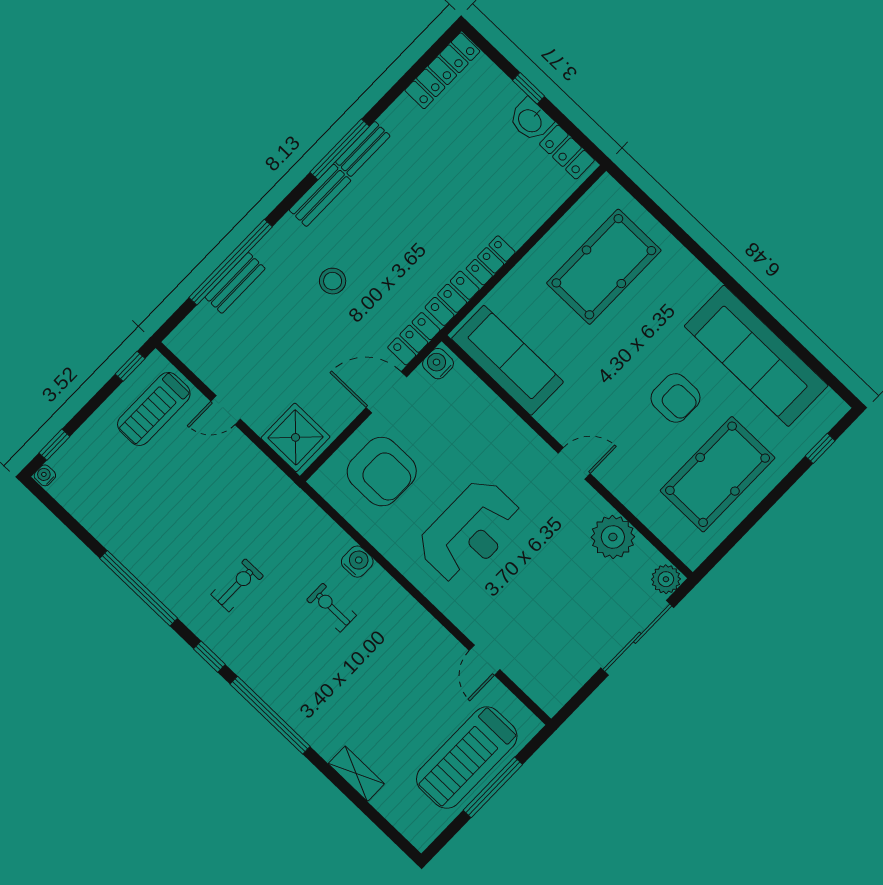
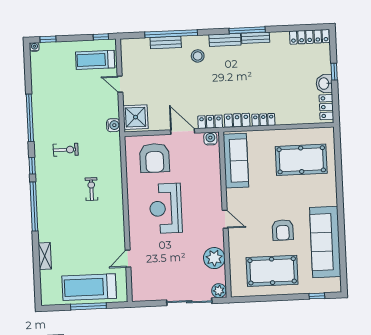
stool: (333, 281) -> (198, 56), moved
reception desk: (470, 531) -> (166, 208), turned 90
water cooler: (357, 562) -> (113, 125), moved

